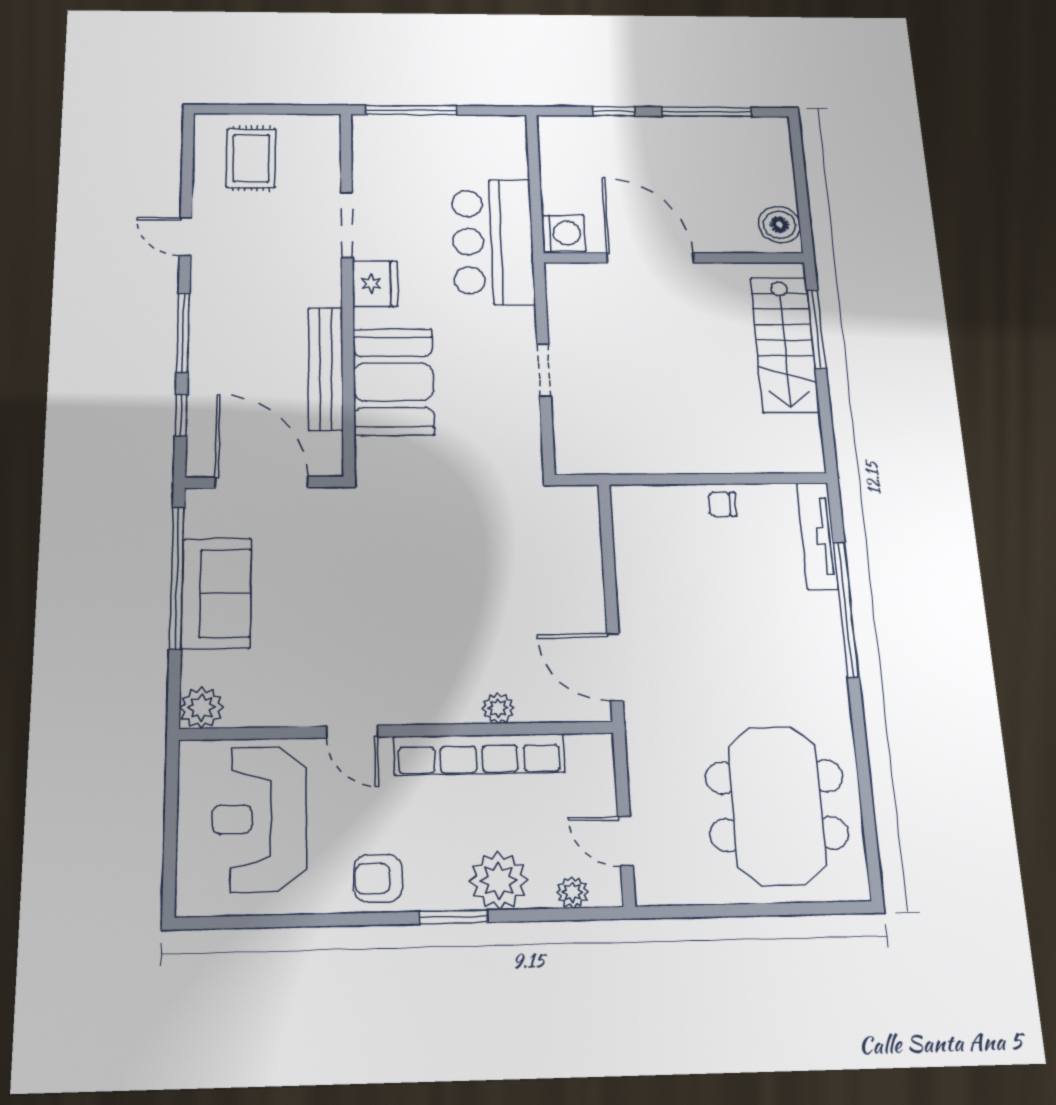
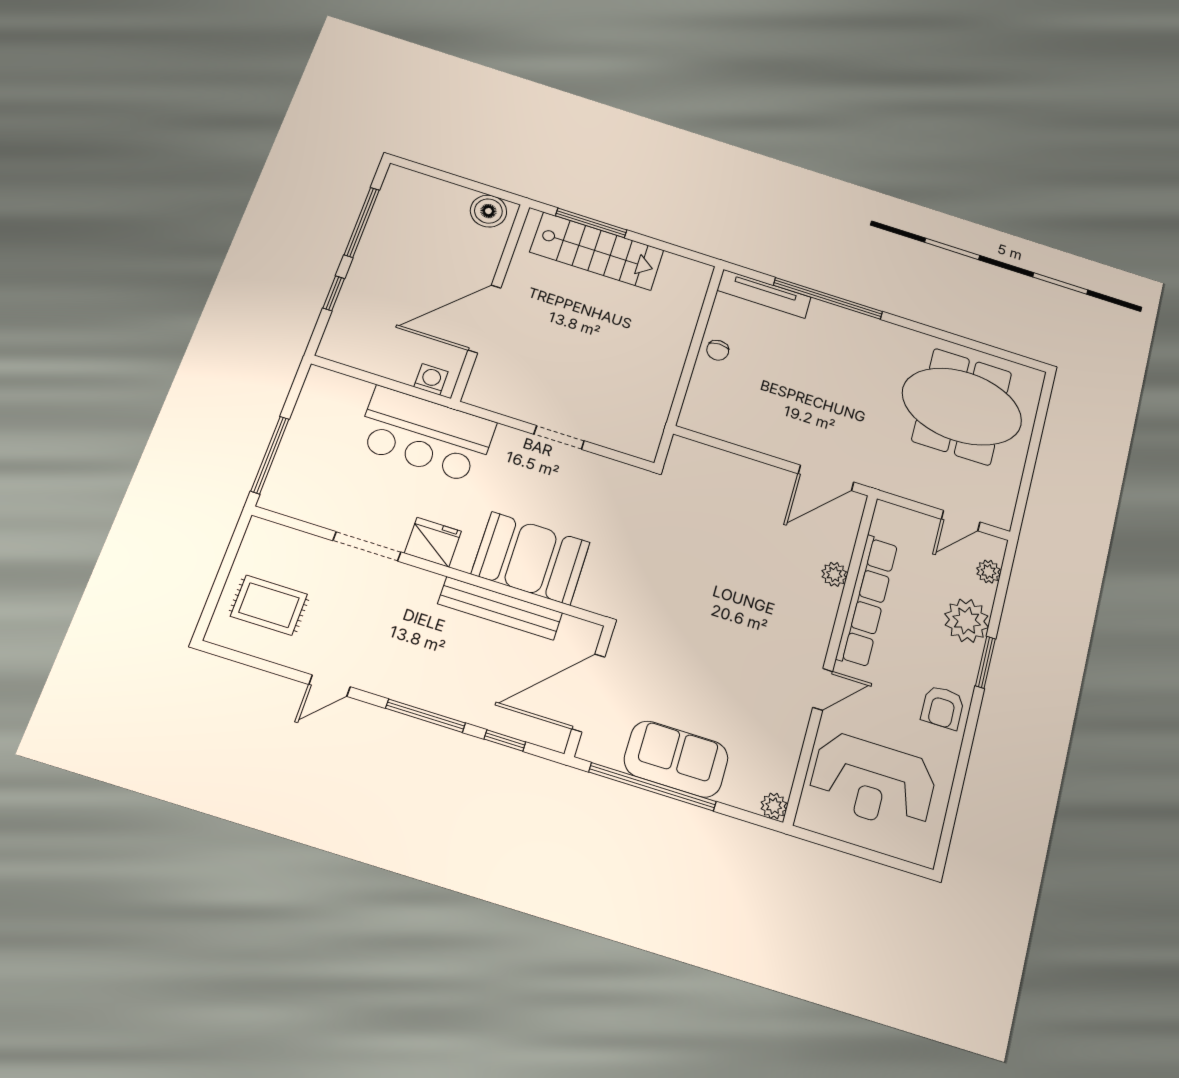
washing machine: (564, 233) -> (431, 379), width x0.73, depth x0.73
plant: (202, 707) -> (774, 806), width x0.73, depth x0.73

